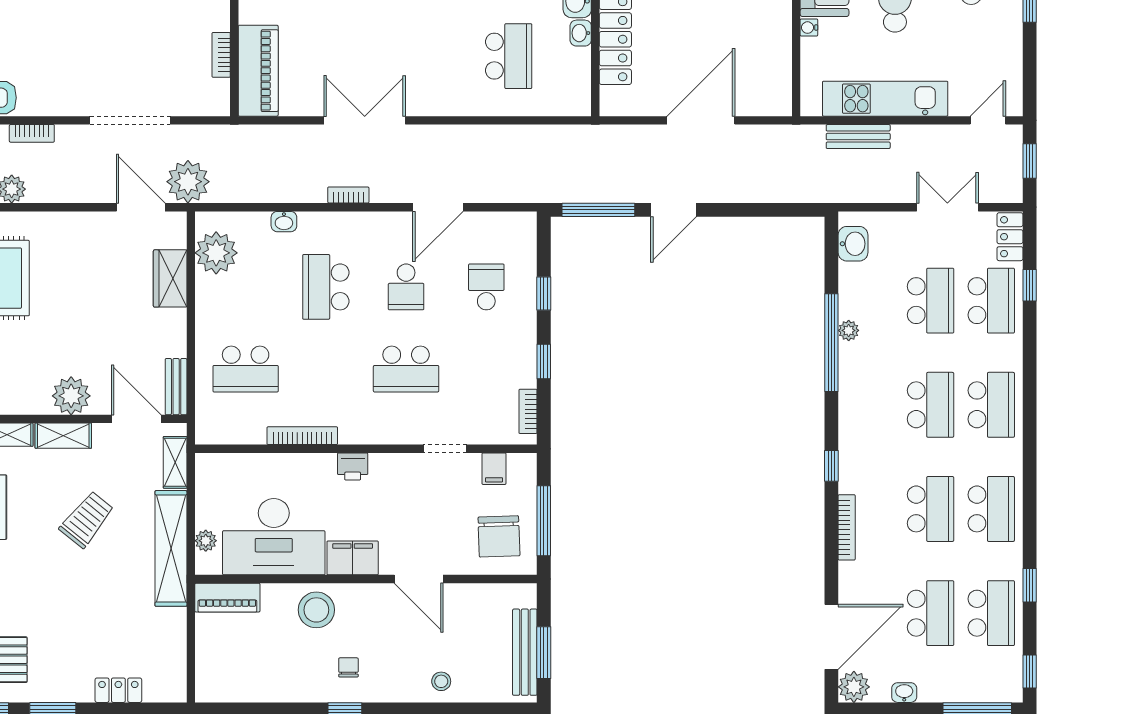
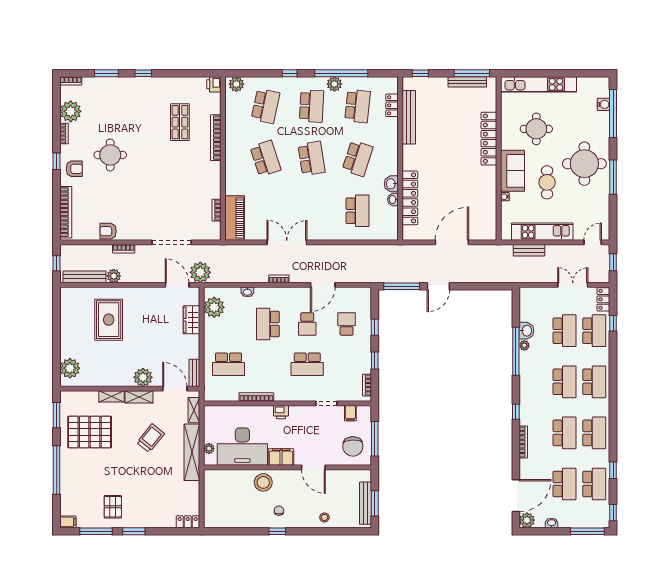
washbasin: (853, 244) -> (526, 331), moved
piano: (227, 598) -> (220, 476), removed
locker: (118, 690) -> (188, 522), moved

